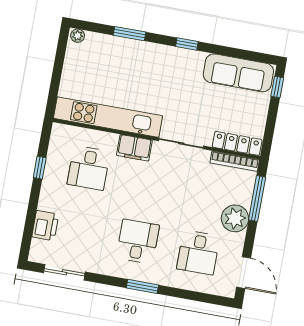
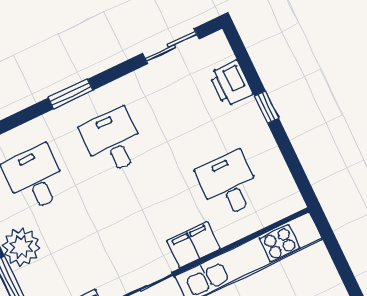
window: (40, 168) -> (267, 107), moved
desk: (138, 242) -> (113, 141), turned 180

